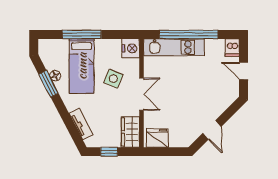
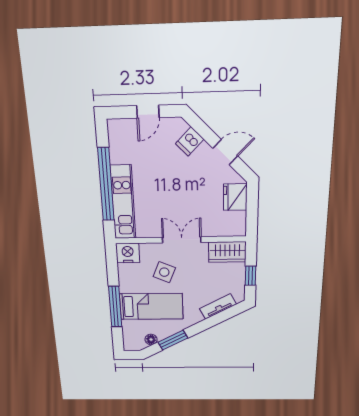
dishwasher: (232, 48) -> (190, 141), moved, turned 135
floor lamp: (55, 76) -> (151, 339), moved
fridge: (157, 138) -> (235, 197), moved

